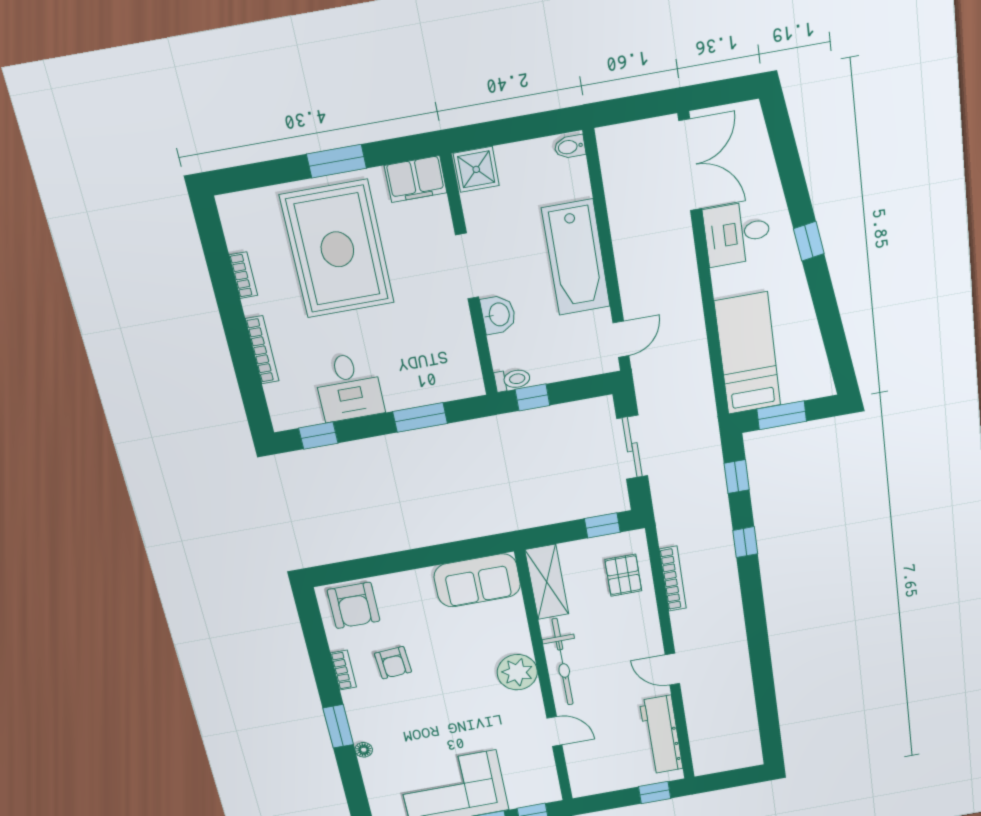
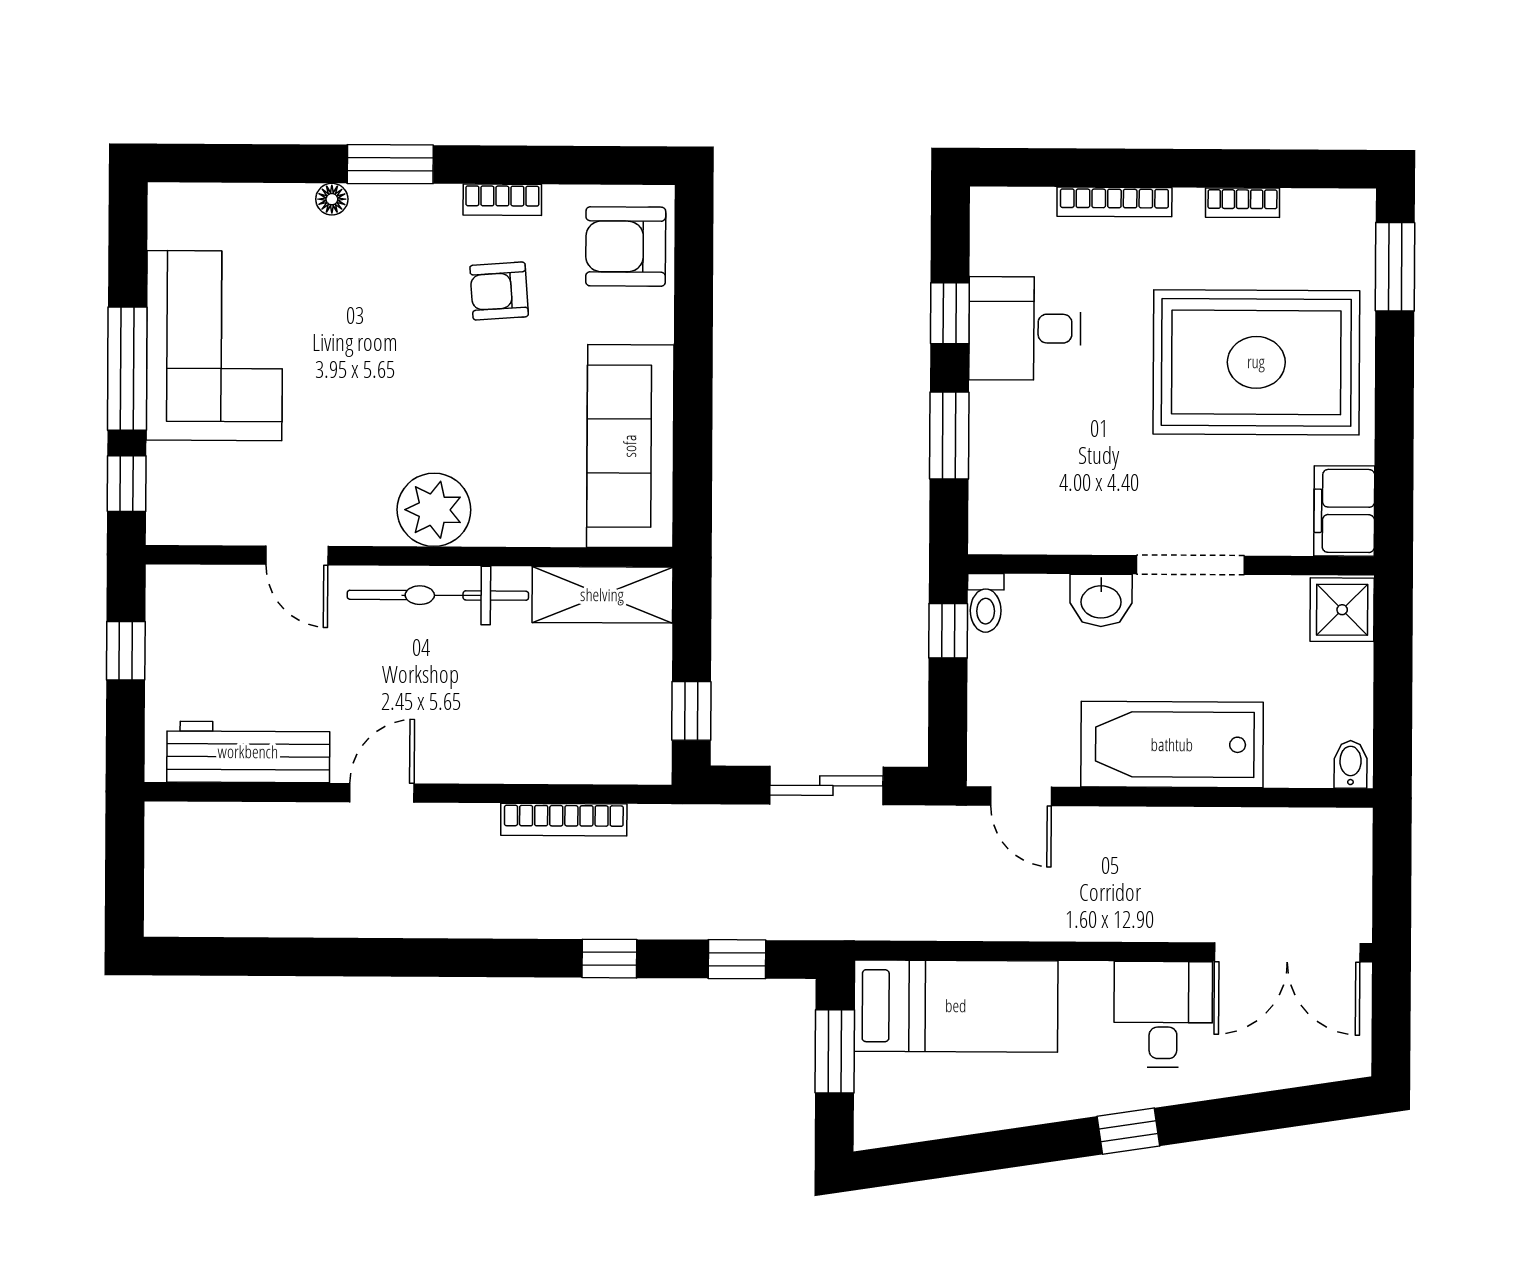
window: (336, 161) -> (1395, 267), moved
window: (318, 436) -> (950, 313), moved
pallet: (623, 575) -> (588, 732), removed
sofa: (477, 580) -> (630, 446), width x1.36
door: (554, 731) -> (297, 555), hinge flipped
window: (655, 792) -> (126, 651), moved

